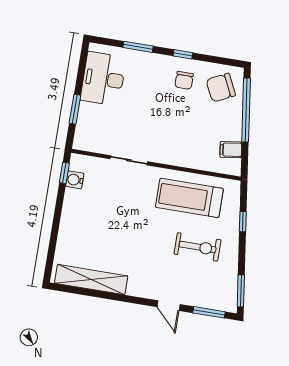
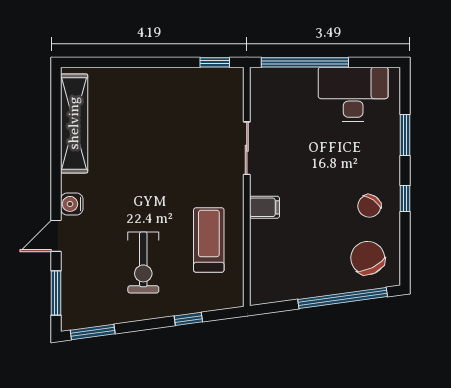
chair: (184, 80) -> (369, 206), turned -56
window: (75, 109) -> (305, 62), width x2.11
filing cabinet: (231, 150) -> (264, 207), moved, turned 98
water cooler: (75, 180) -> (72, 204), moved, turned -90
treadmill: (189, 198) -> (209, 240), width x0.73, depth x0.73

